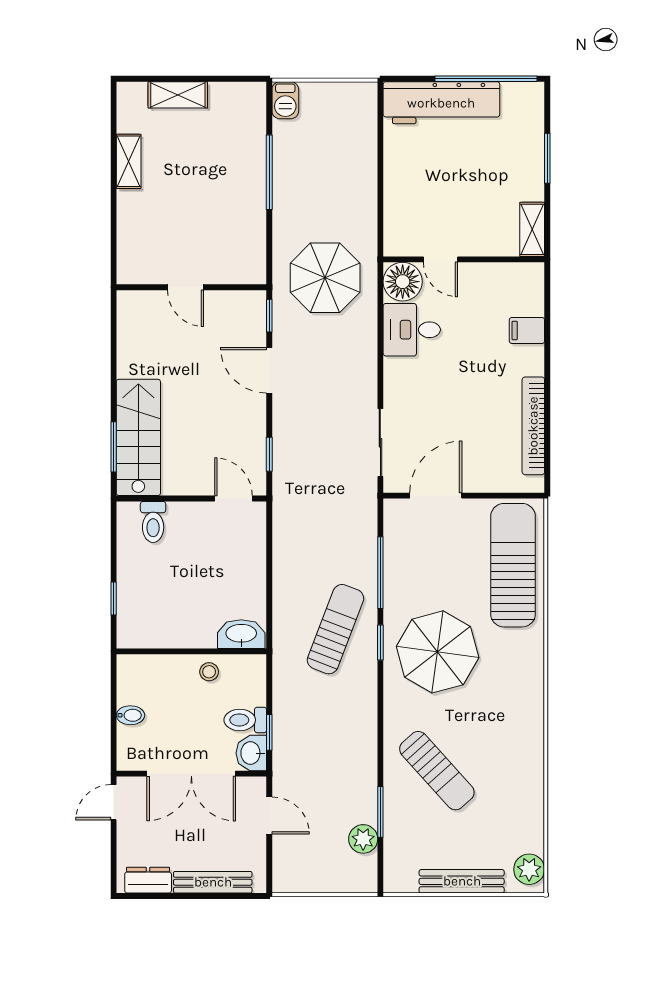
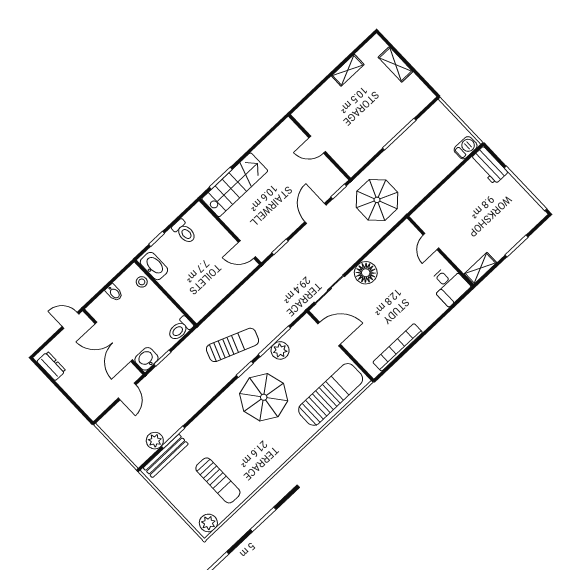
barbecue: (285, 100) -> (466, 148), moved, turned 180
workbench: (441, 103) -> (489, 166), width x0.53, depth x0.76
floor lamp: (403, 282) -> (366, 273), moved
door: (185, 287) -> (317, 145), hinge flipped
desk: (412, 330) -> (449, 285), moved, turned 180
filing cabinet: (527, 330) -> (435, 306), removed
door: (233, 498) -> (247, 249), swing flipped
toilet: (153, 522) -> (184, 232), moved, turned -90
plant: (398, 576) -> (280, 350), added
washbasin: (241, 634) -> (154, 266), moved
stool: (209, 672) -> (142, 282), moved
toilet: (245, 720) -> (180, 329), moved, turned -90
sun lounger: (437, 771) -> (218, 480), moved, turned -48
bench: (462, 881) -> (166, 456), moved, turned 90
bench: (213, 882) -> (76, 394), removed

